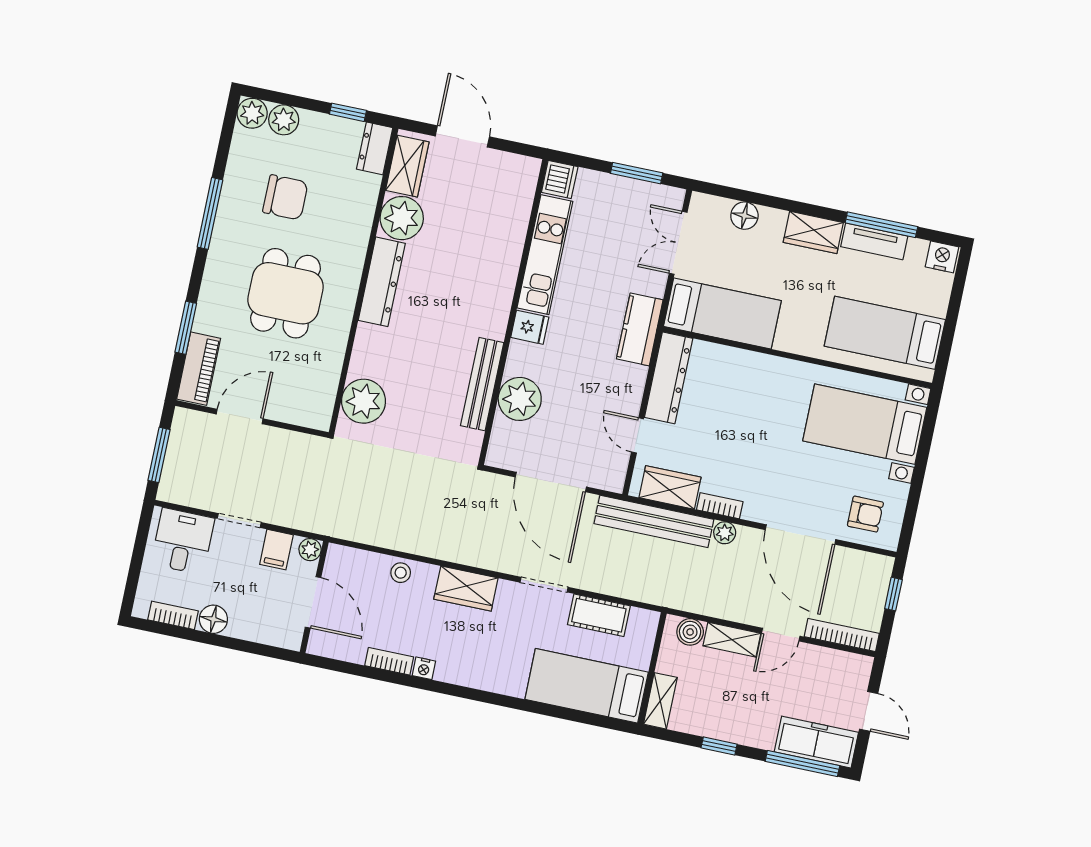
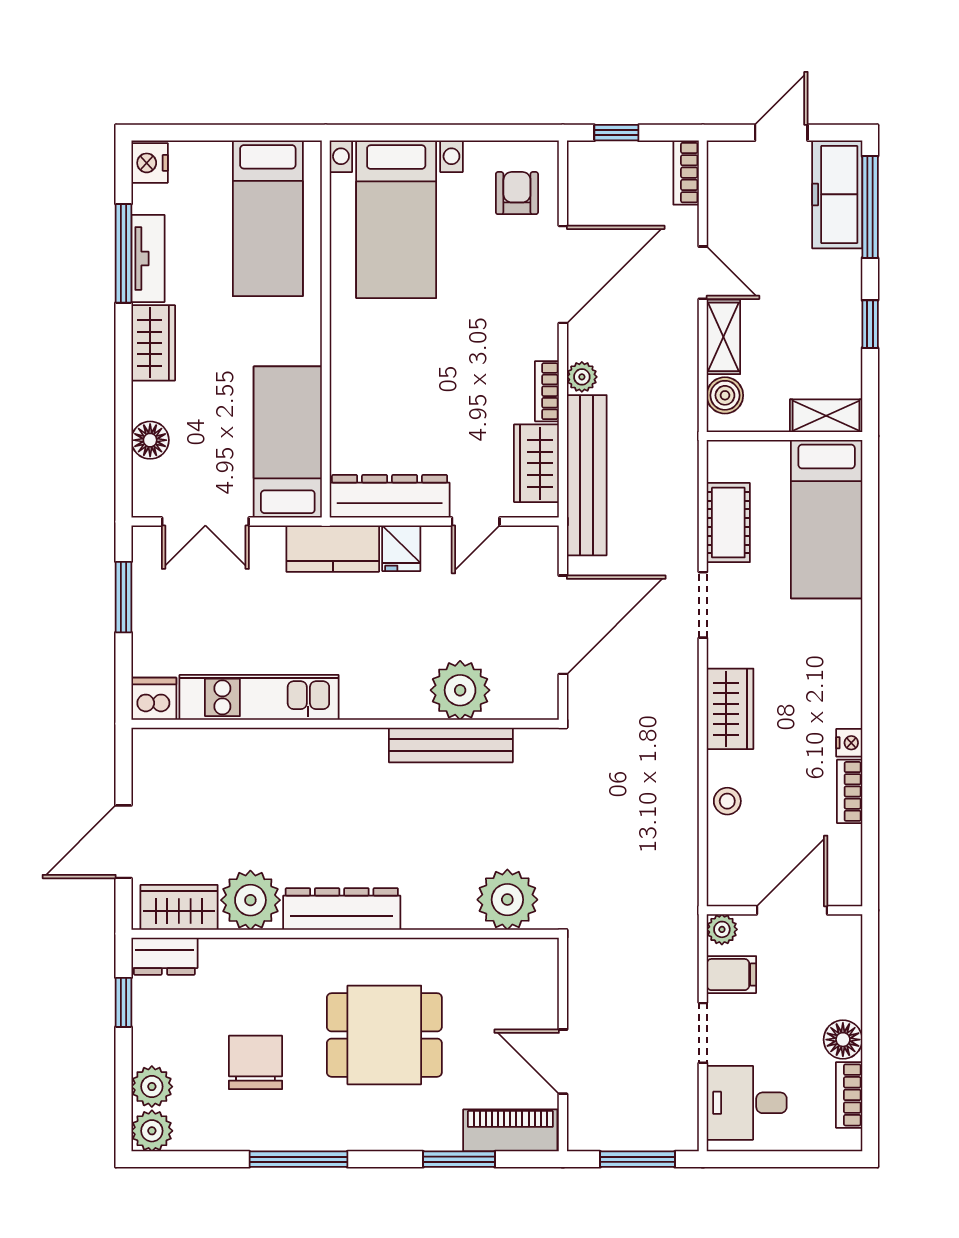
fridge: (530, 327) -> (401, 548), moved, turned 180
bookcase: (842, 635) -> (686, 173), width x0.64

